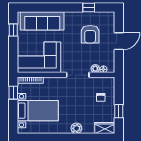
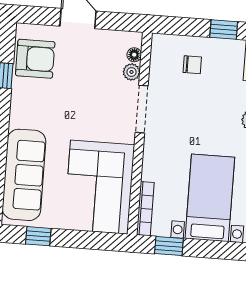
armchair: (90, 34) -> (35, 59), moved

